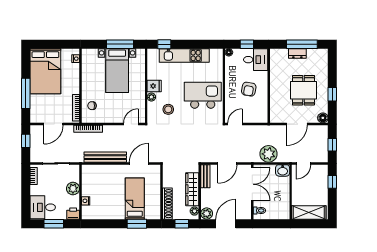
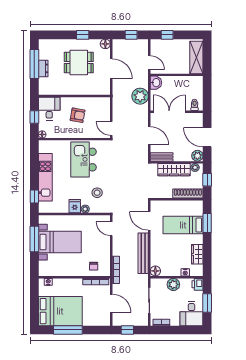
window: (26, 93) -> (68, 330), moved
floor lamp: (87, 170) -> (155, 271), added
wardrobe: (104, 213) -> (197, 254), added

